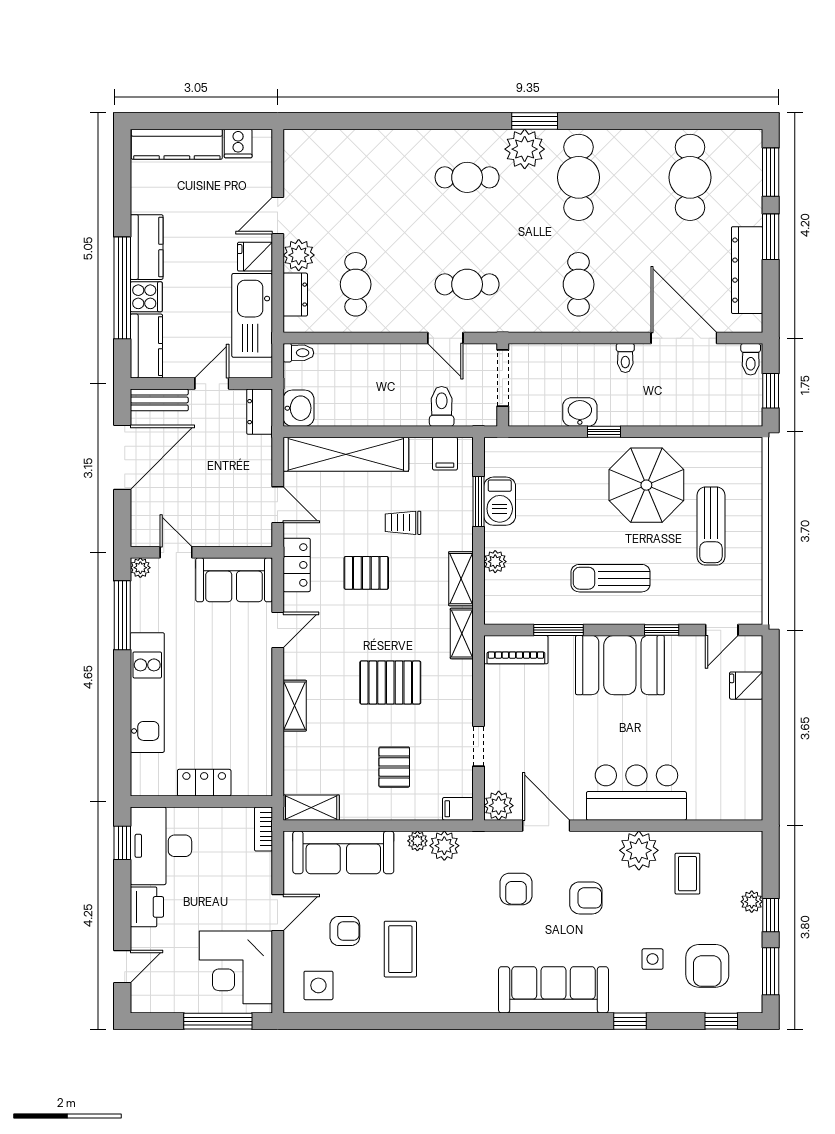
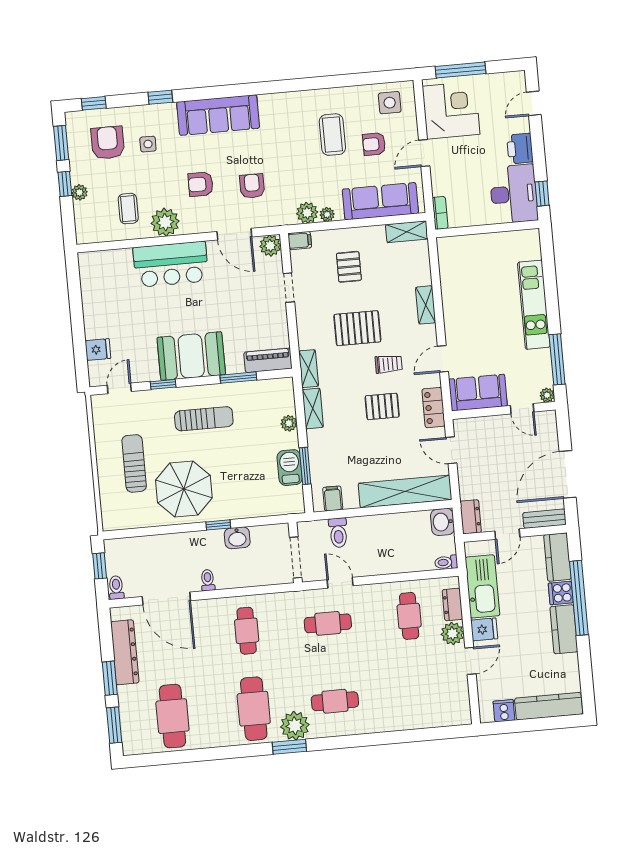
trolley: (403, 523) -> (389, 364), moved
locker: (204, 783) -> (486, 243), removed

